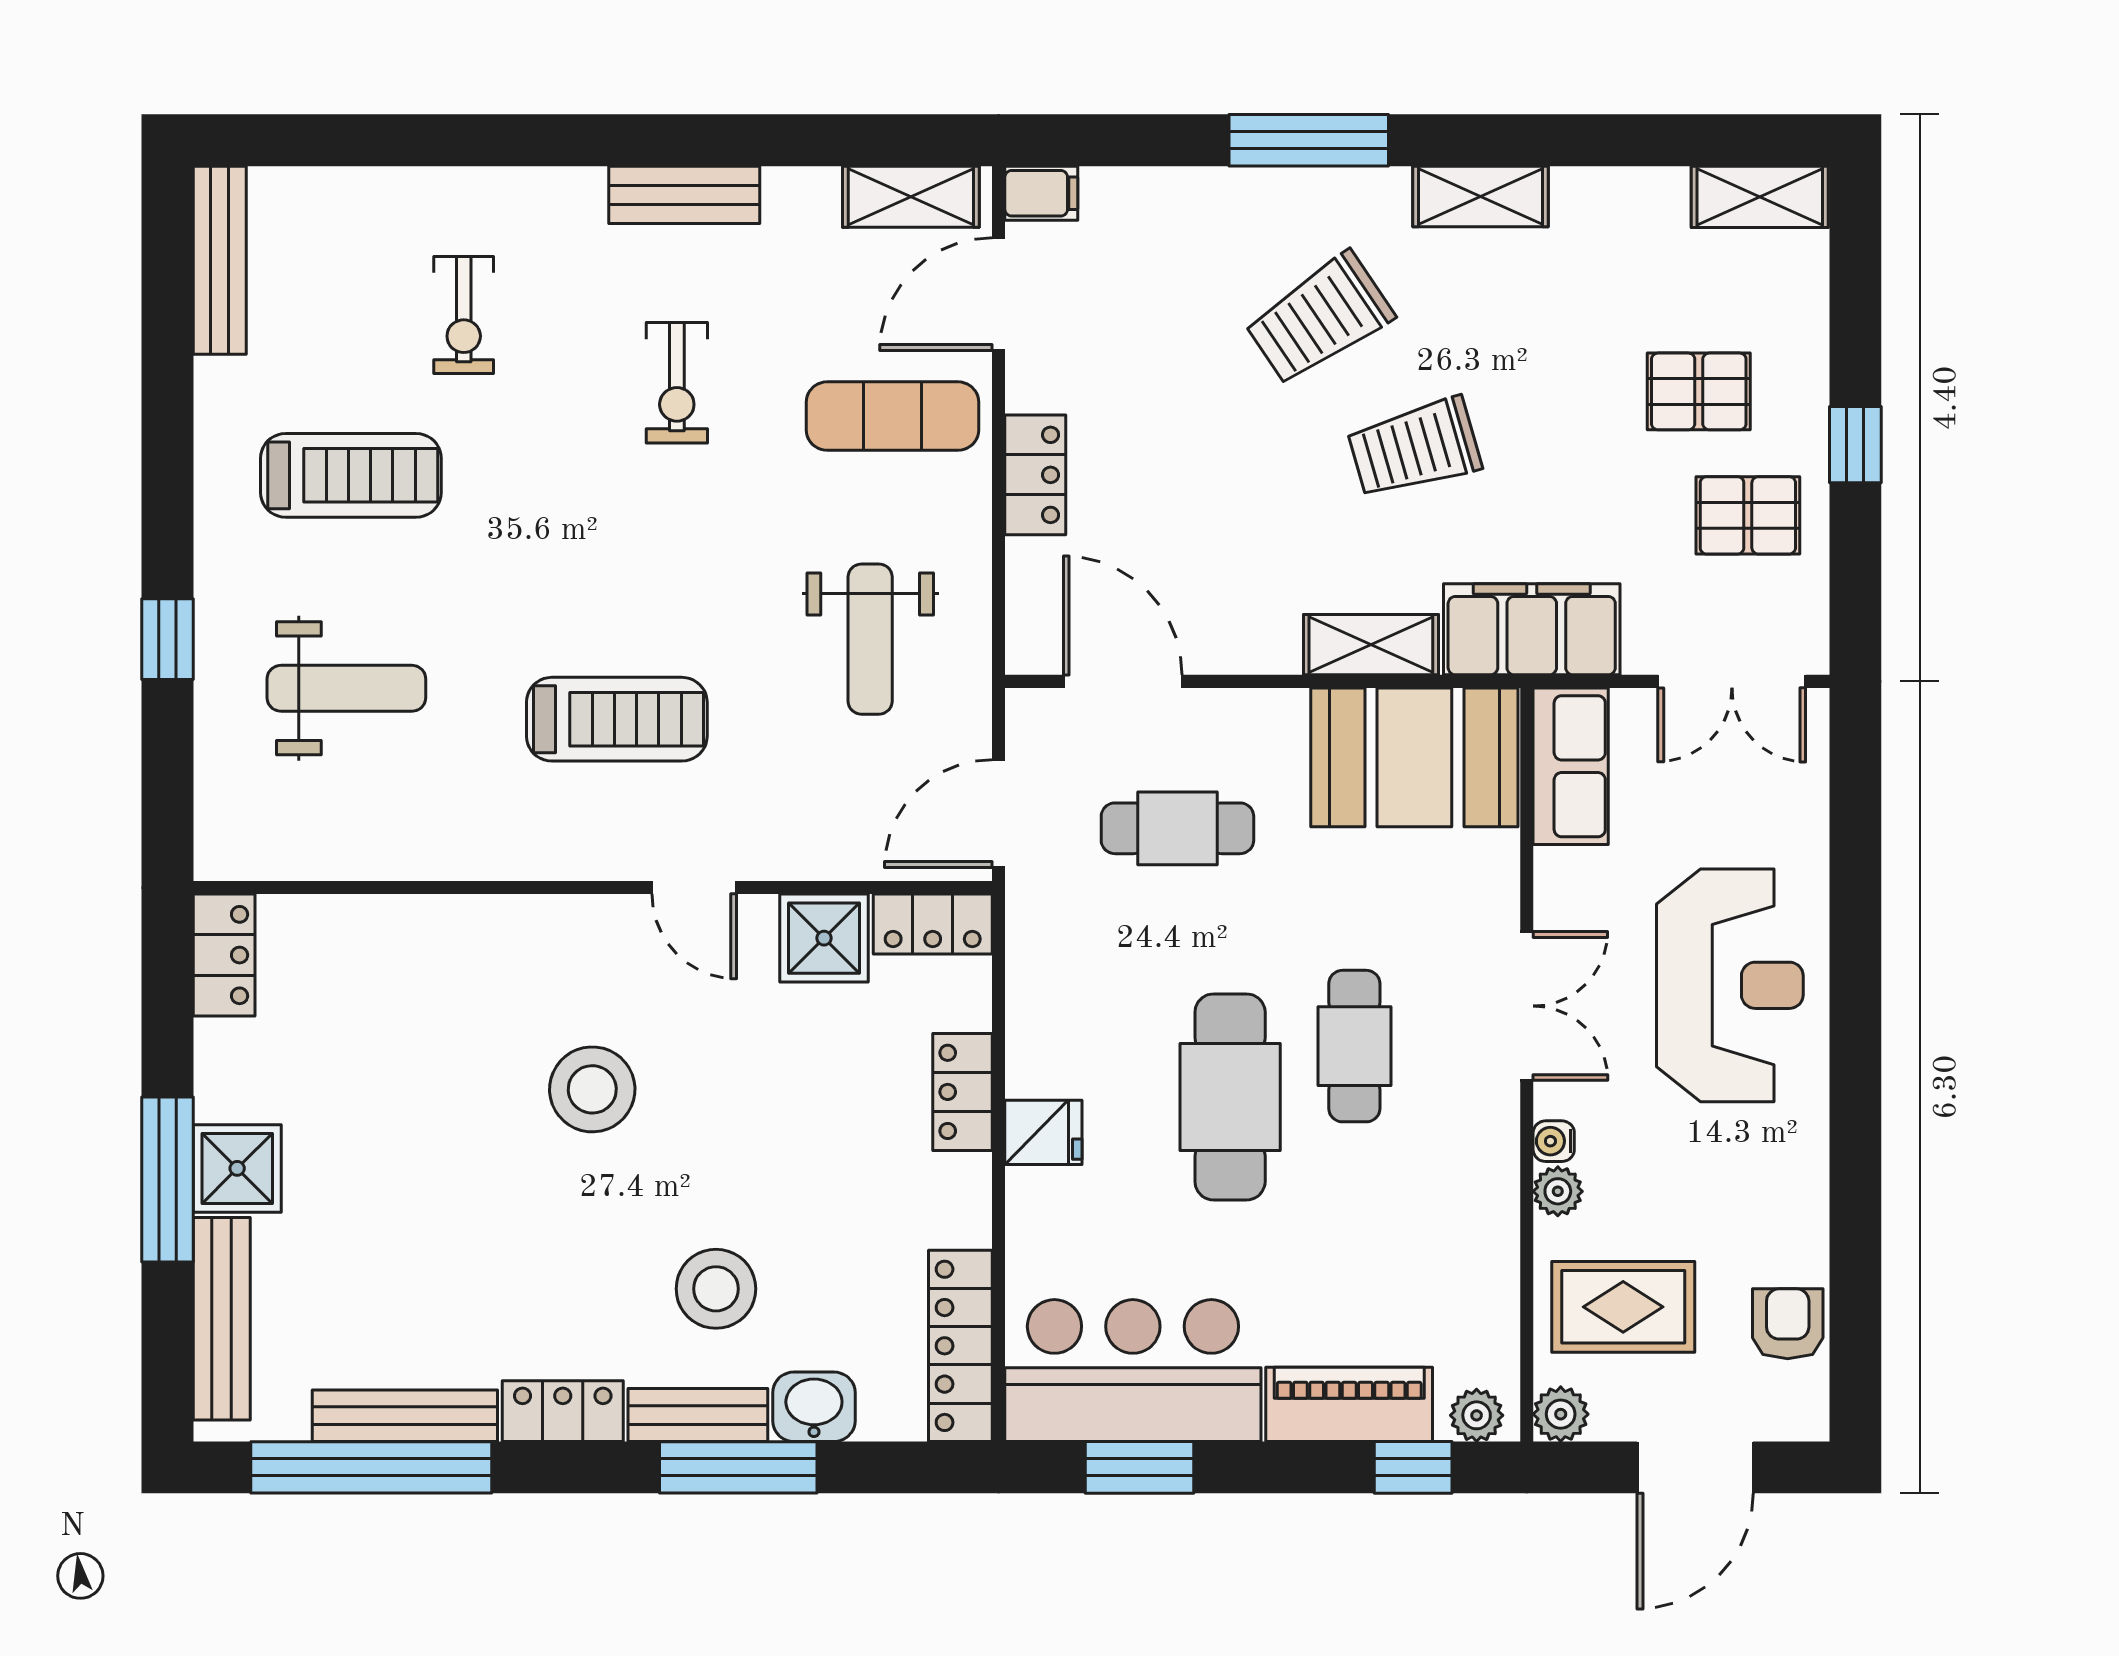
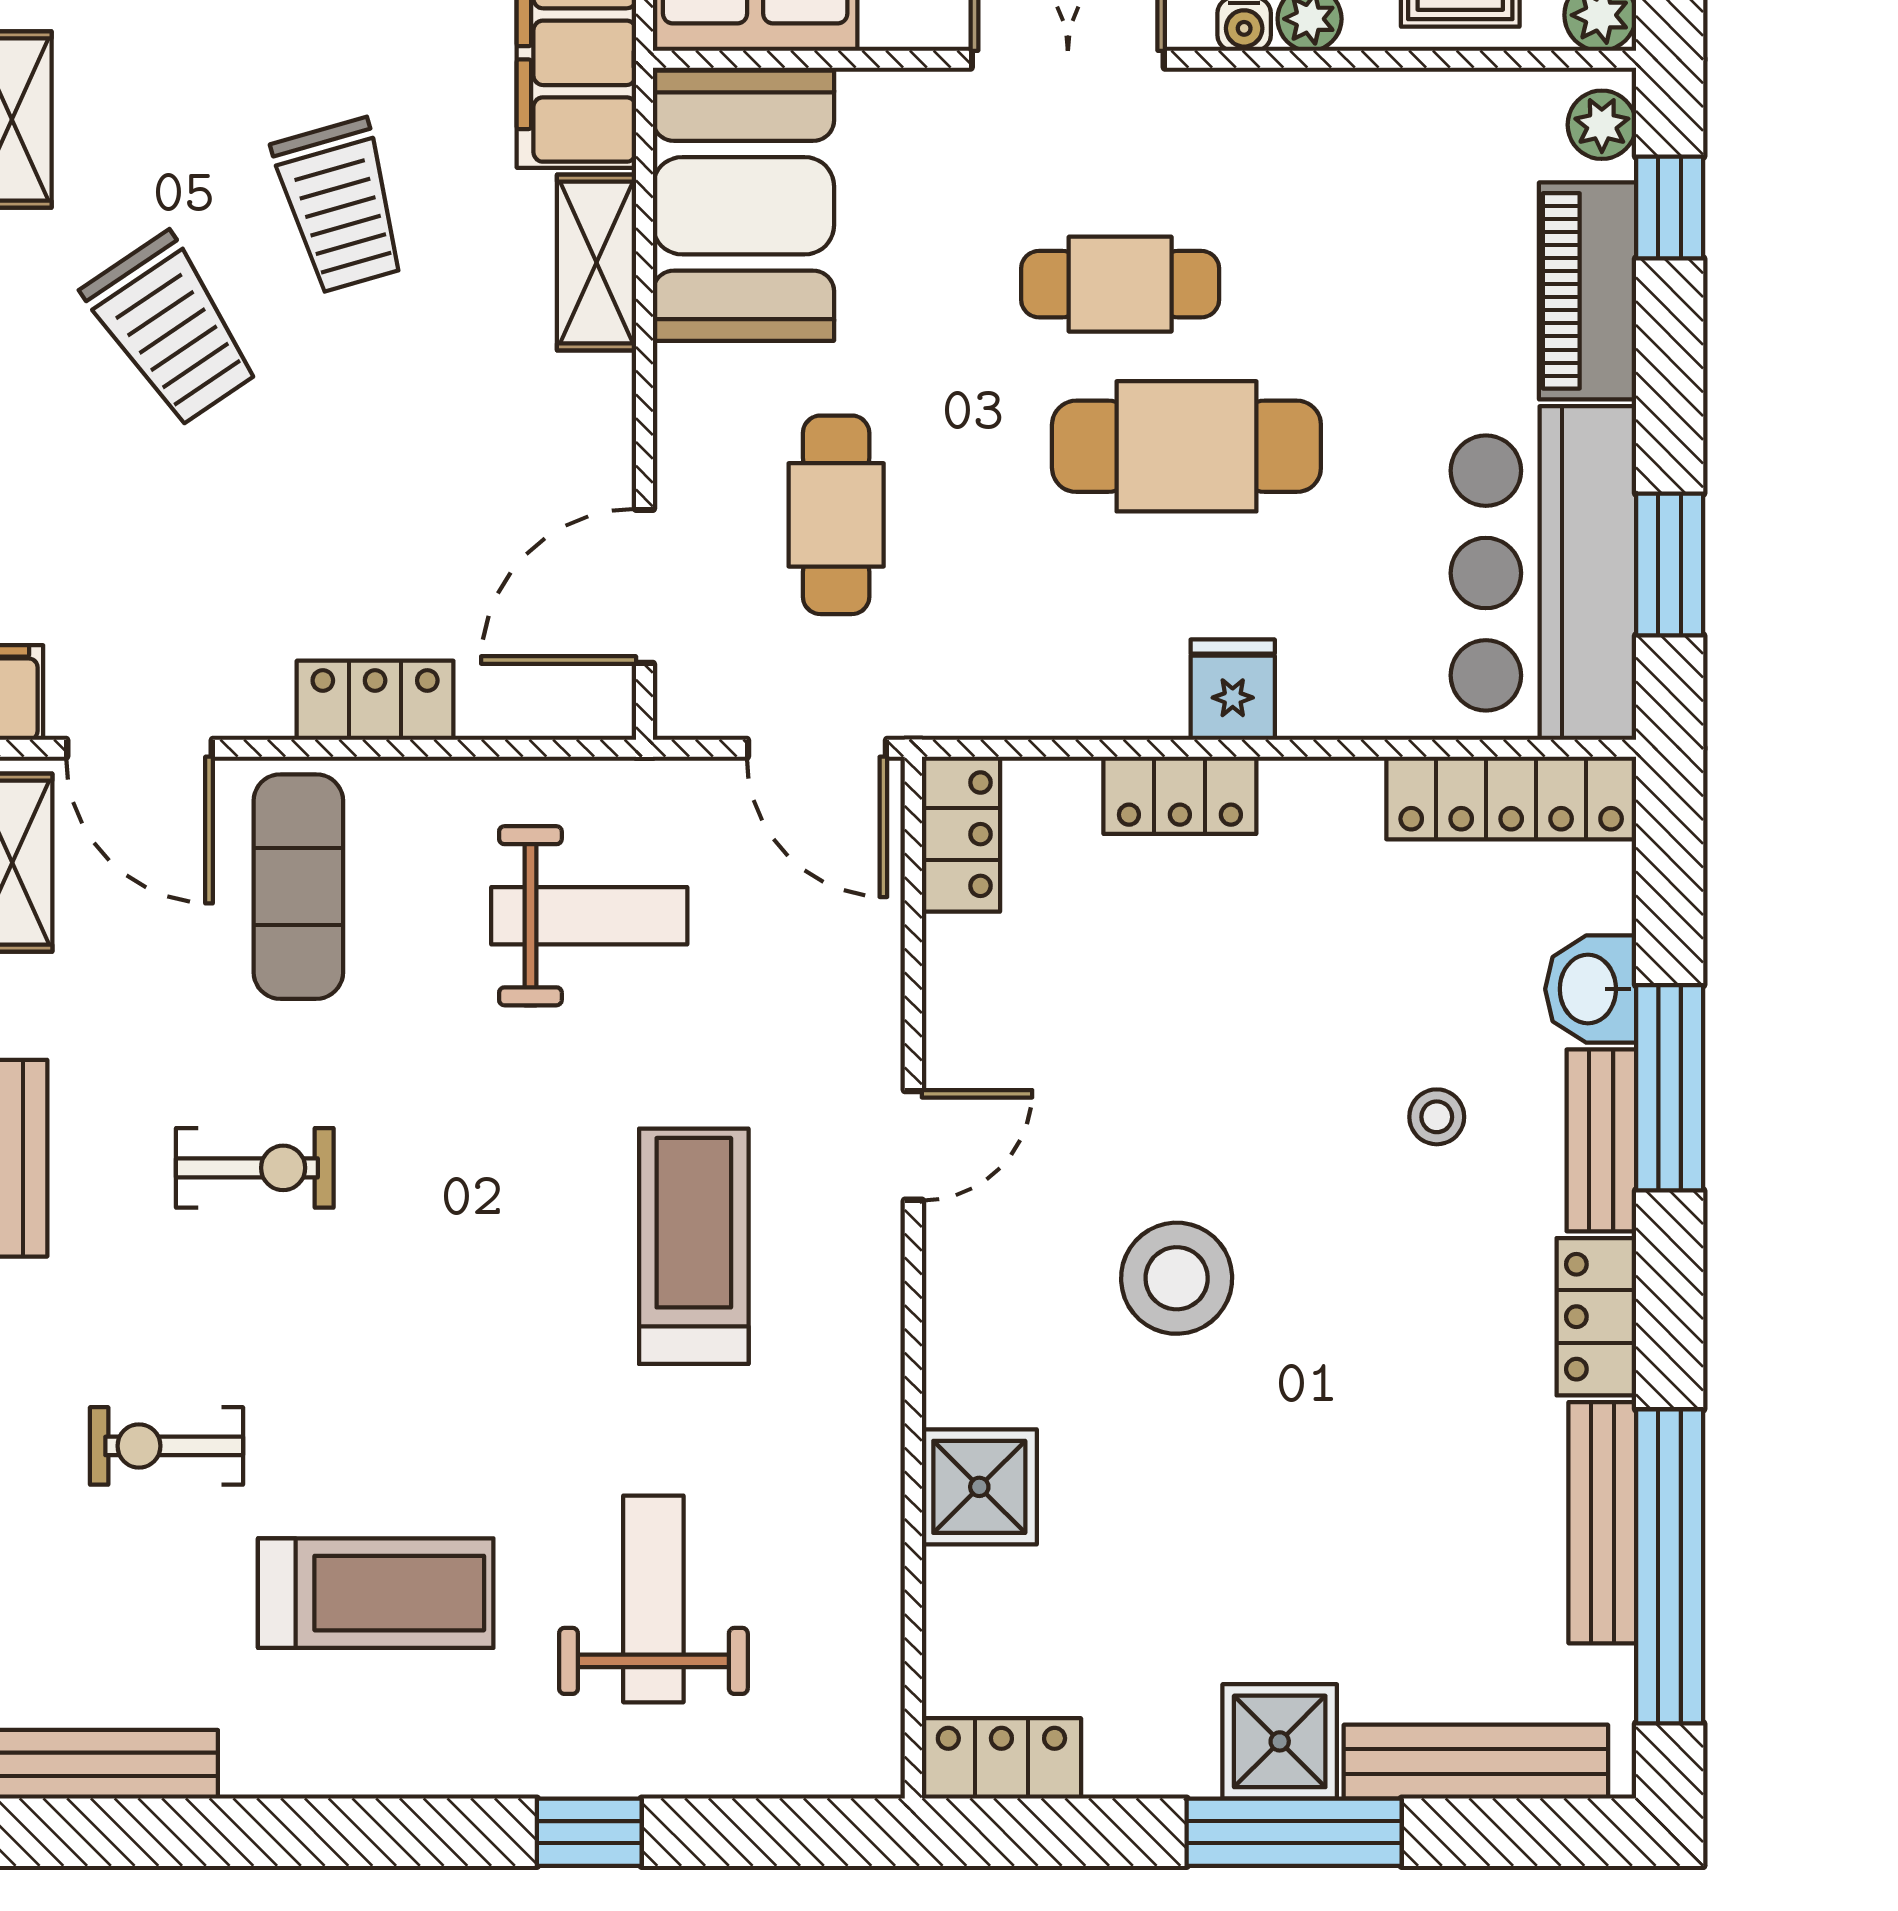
exercise bike: (464, 315) -> (167, 1446), turned 180
treadmill: (351, 475) -> (376, 1593), turned 90
shower: (824, 938) -> (979, 1487), moved
stool: (716, 1289) -> (1437, 1117), width x0.53, depth x0.53

